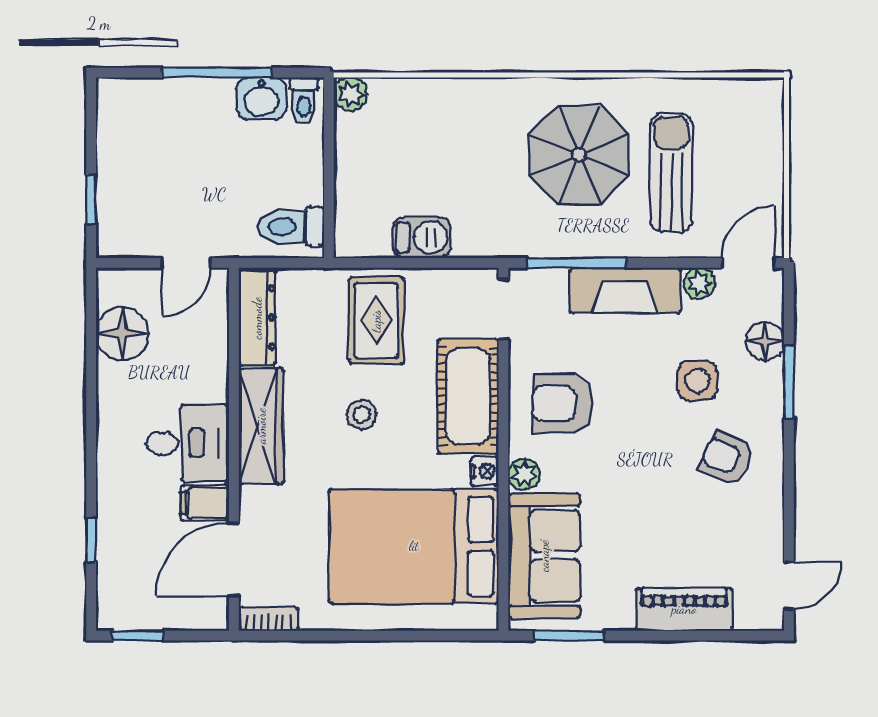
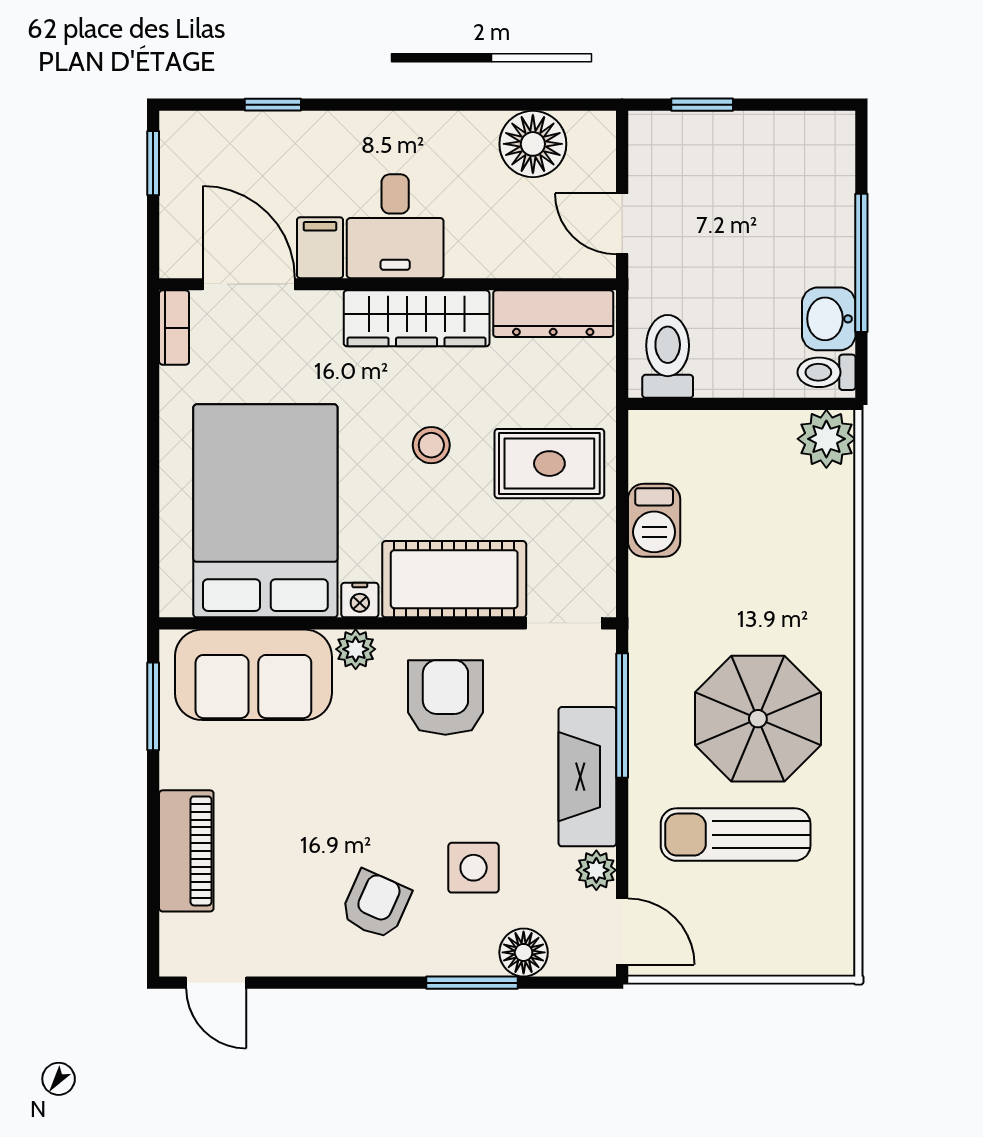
plant: (350, 94) -> (826, 439), width x1.38, depth x1.38
sun lounger: (671, 173) -> (736, 835), turned 180

